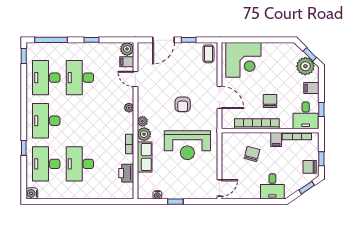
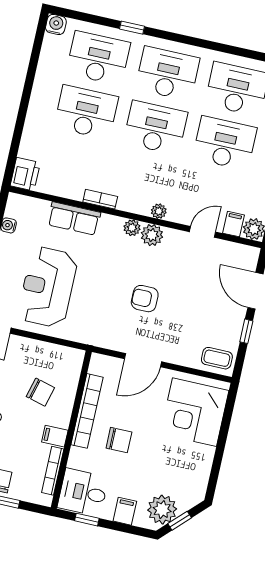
desk: (80, 121) -> (155, 128), added
plant: (144, 134) -> (152, 235), moved
reception desk: (187, 145) -> (48, 287), moved
printer: (126, 173) -> (25, 174), moved, turned 90

